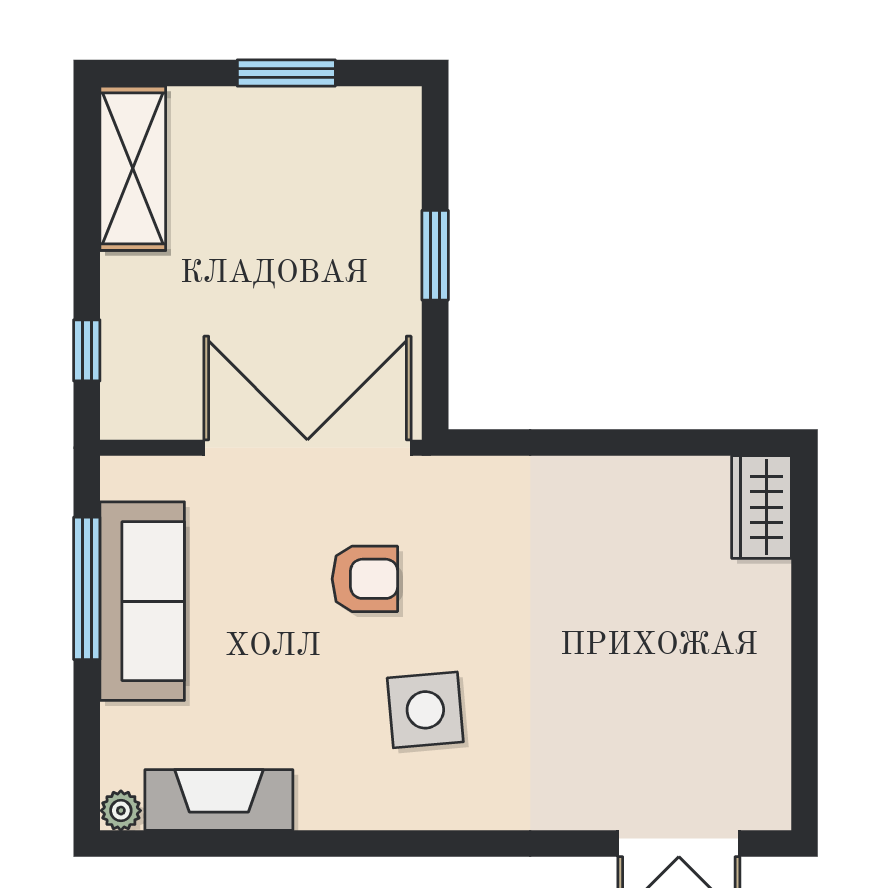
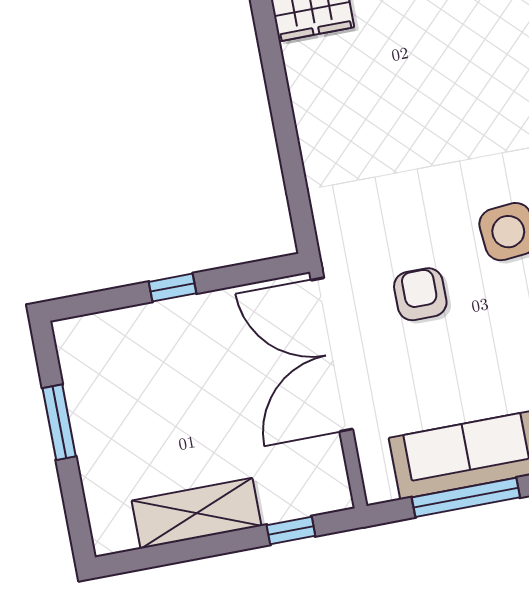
shelving: (133, 168) -> (196, 513), moved
window: (435, 255) -> (173, 288), width x0.67

